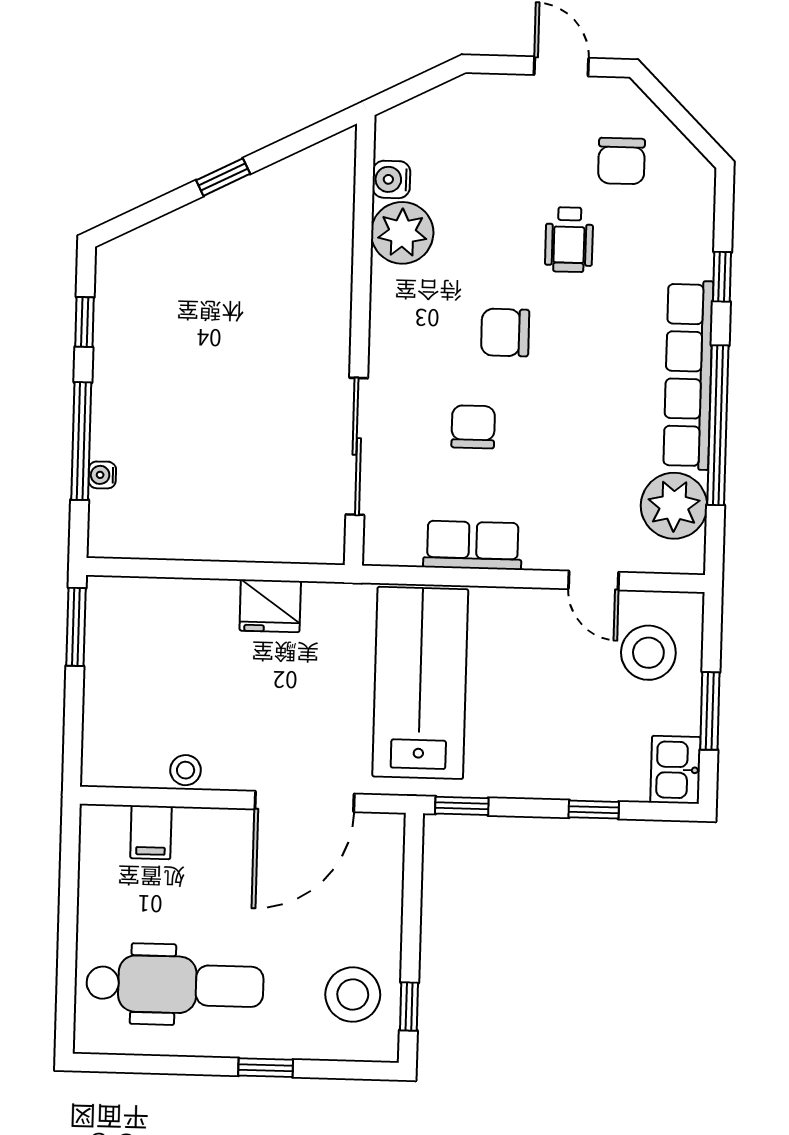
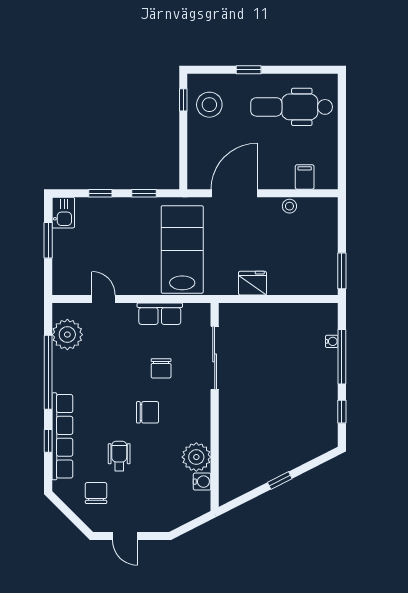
row of seats: (688, 375) -> (62, 436), moved
stool: (648, 653) -> (77, 266), removed
lab bench: (420, 683) -> (182, 249), turned 180
window: (462, 806) -> (144, 193), moved

